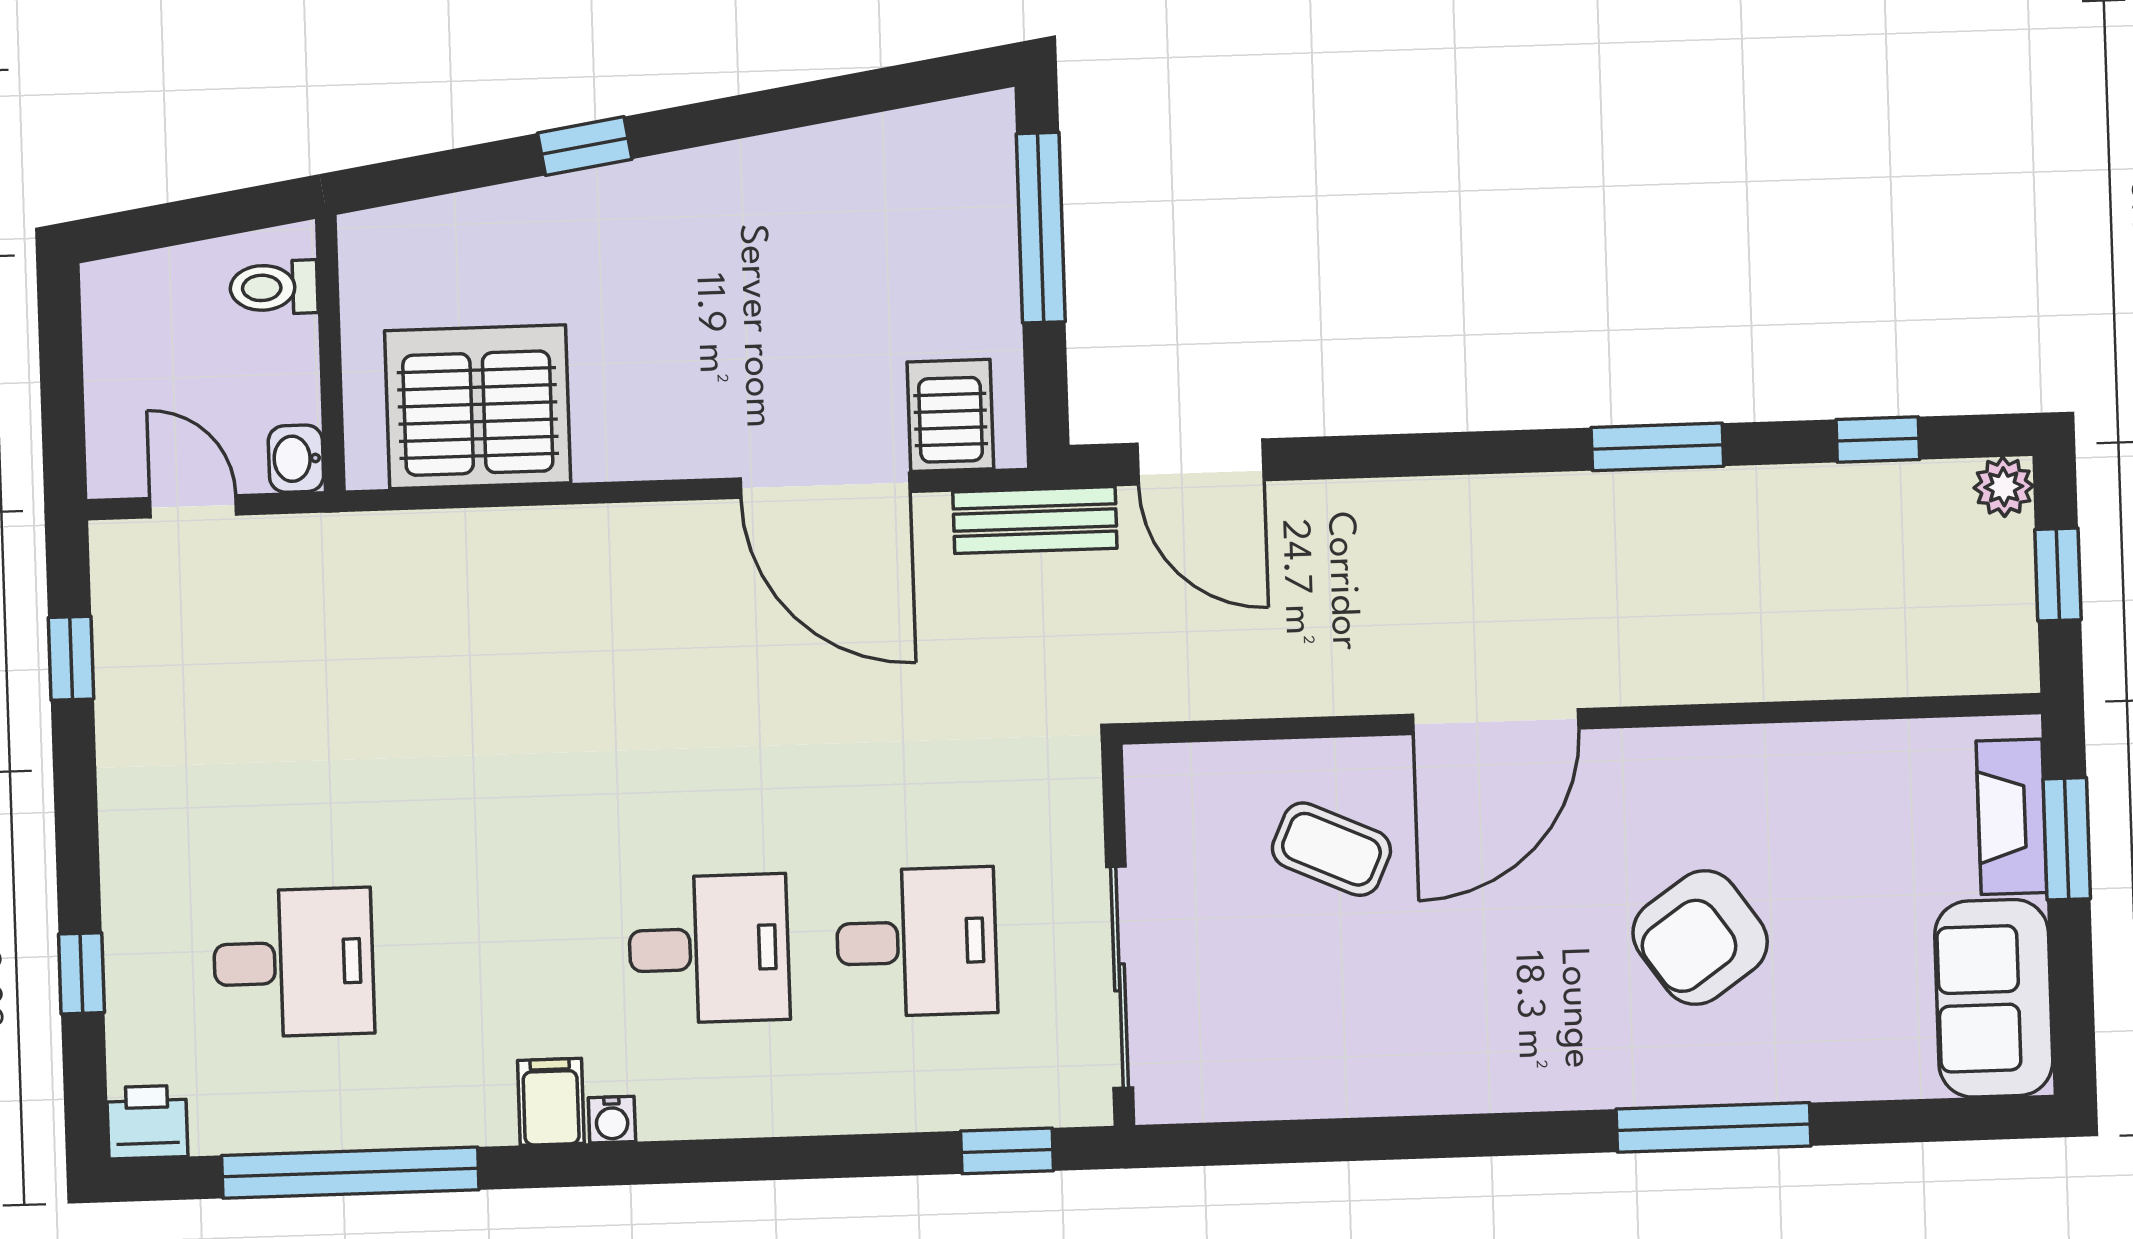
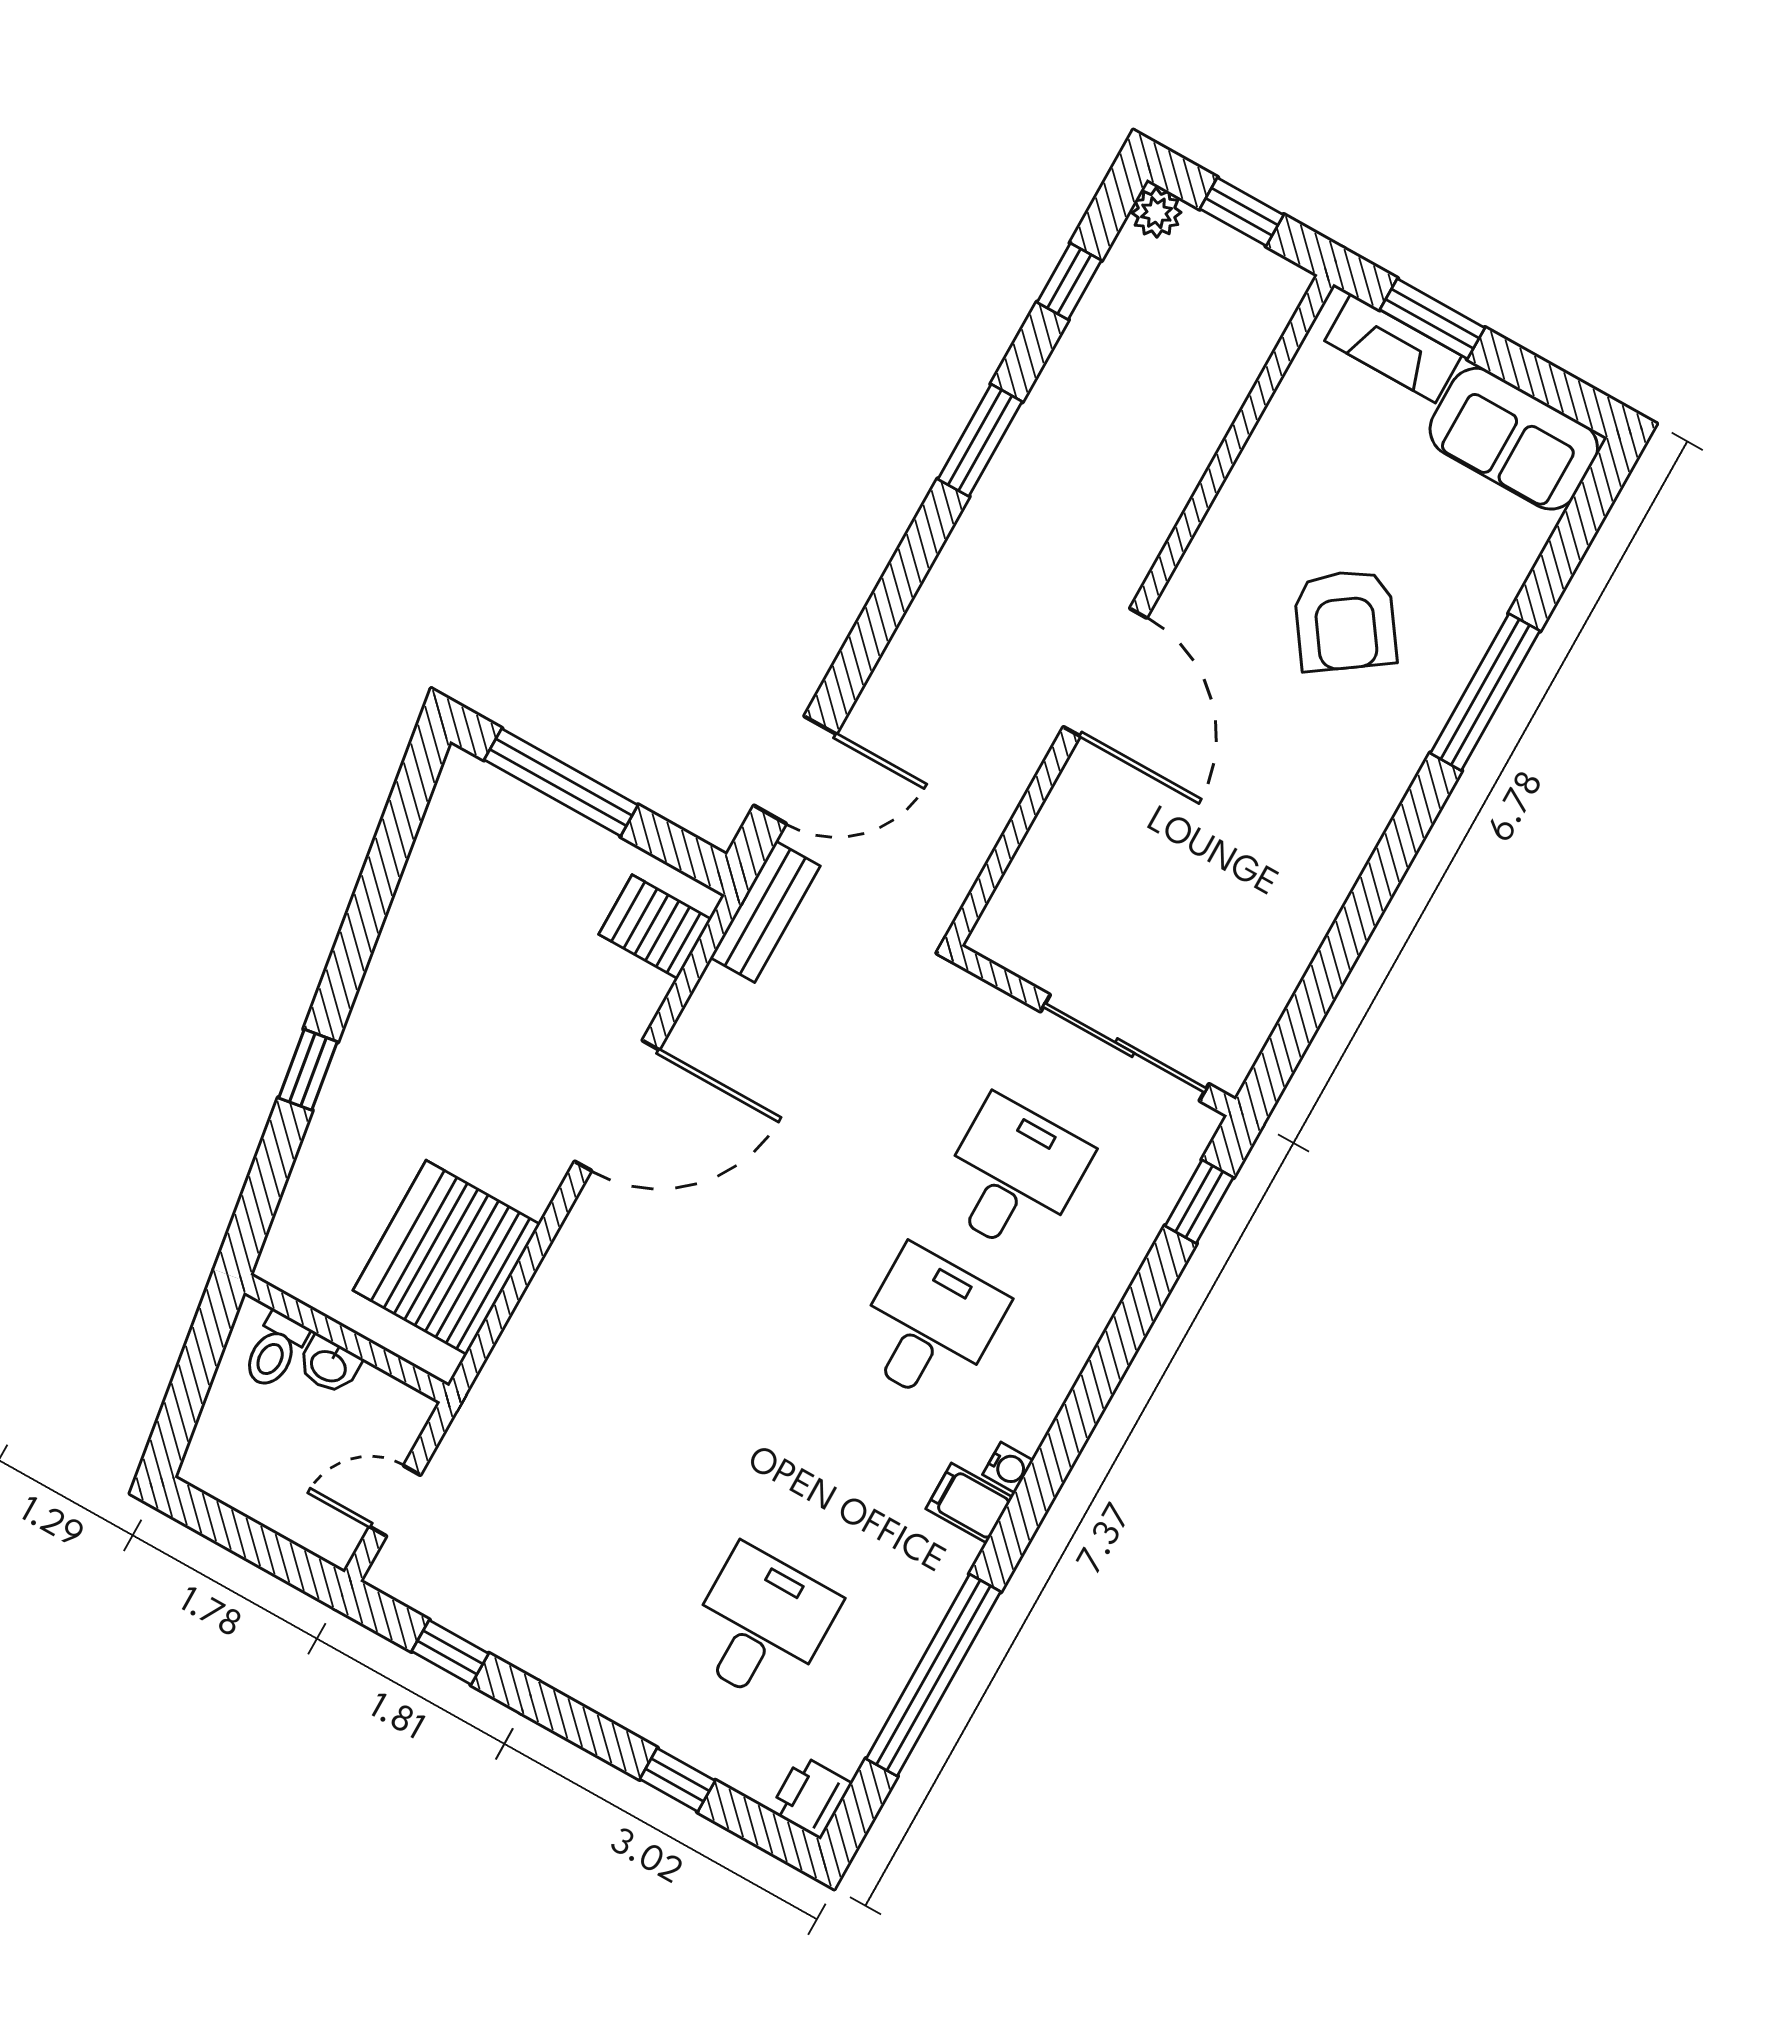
washbasin: (296, 459) -> (329, 1365), moved
door: (825, 485) -> (617, 1106), moved
coffee table: (1331, 849) -> (1125, 843), removed

